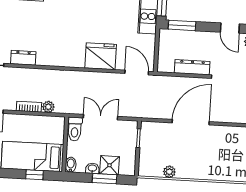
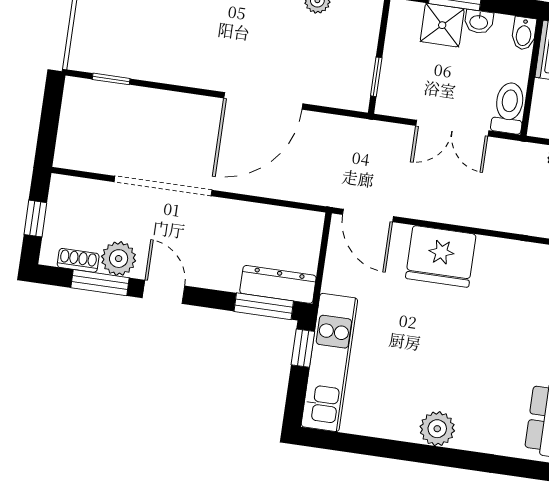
dresser: (192, 67) -> (278, 284), moved, turned 180

